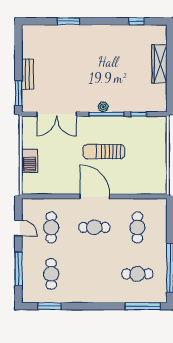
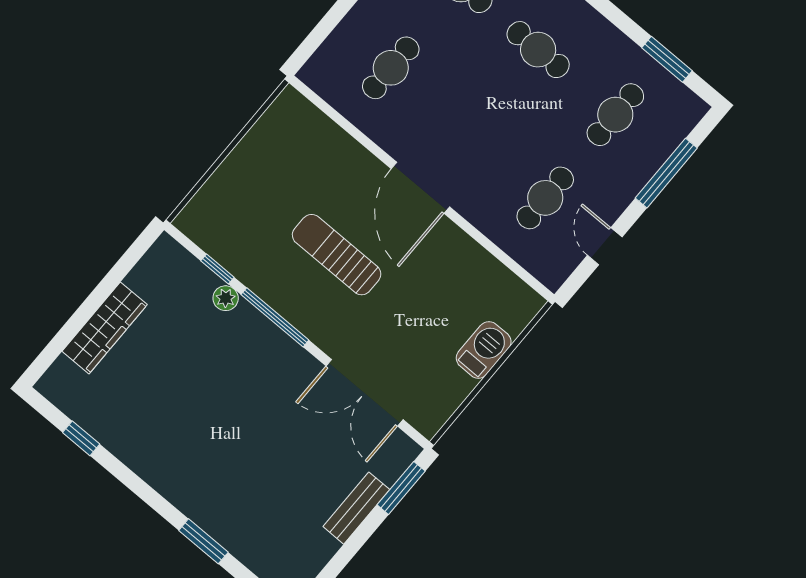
plant: (103, 107) -> (226, 298), moved
double door: (57, 114) -> (365, 393), swing flipped
sun lounger: (104, 152) -> (337, 255), turned 180
cafe table: (94, 227) -> (538, 50), moved

